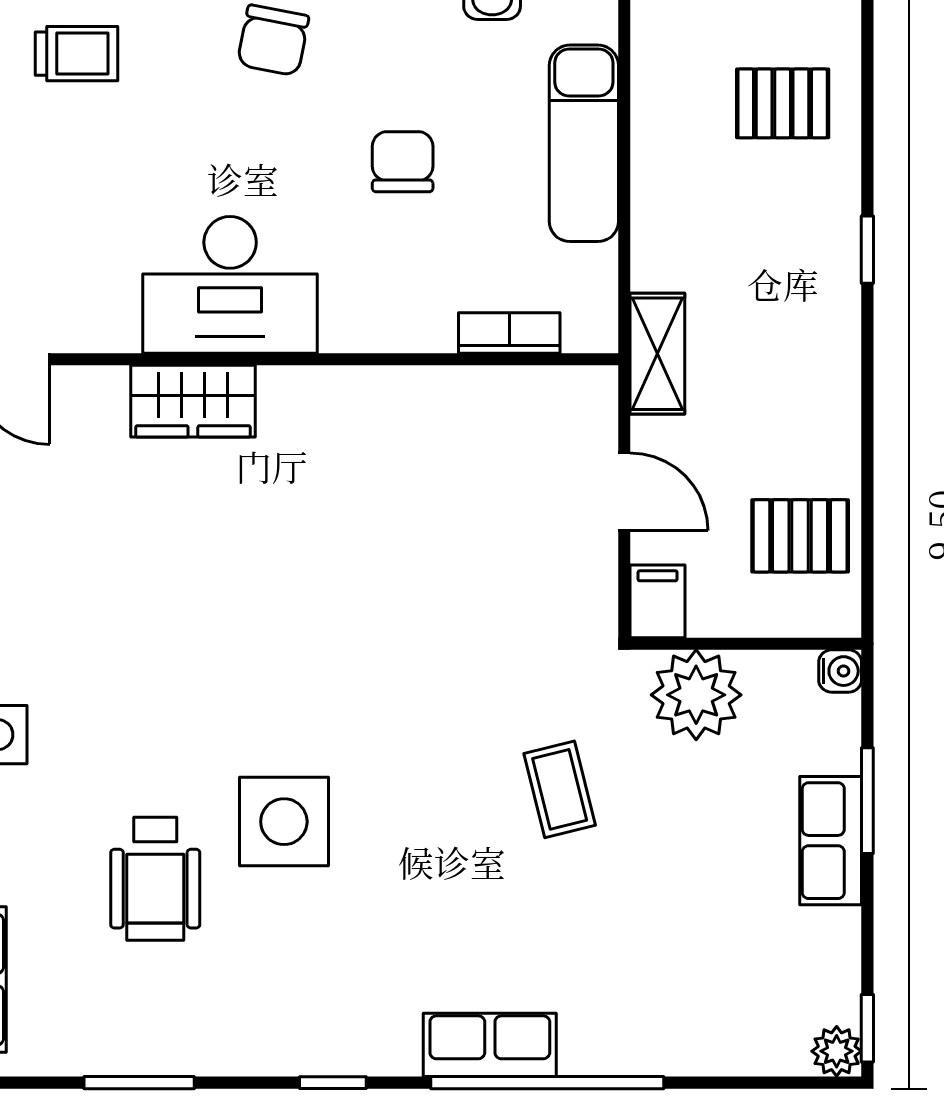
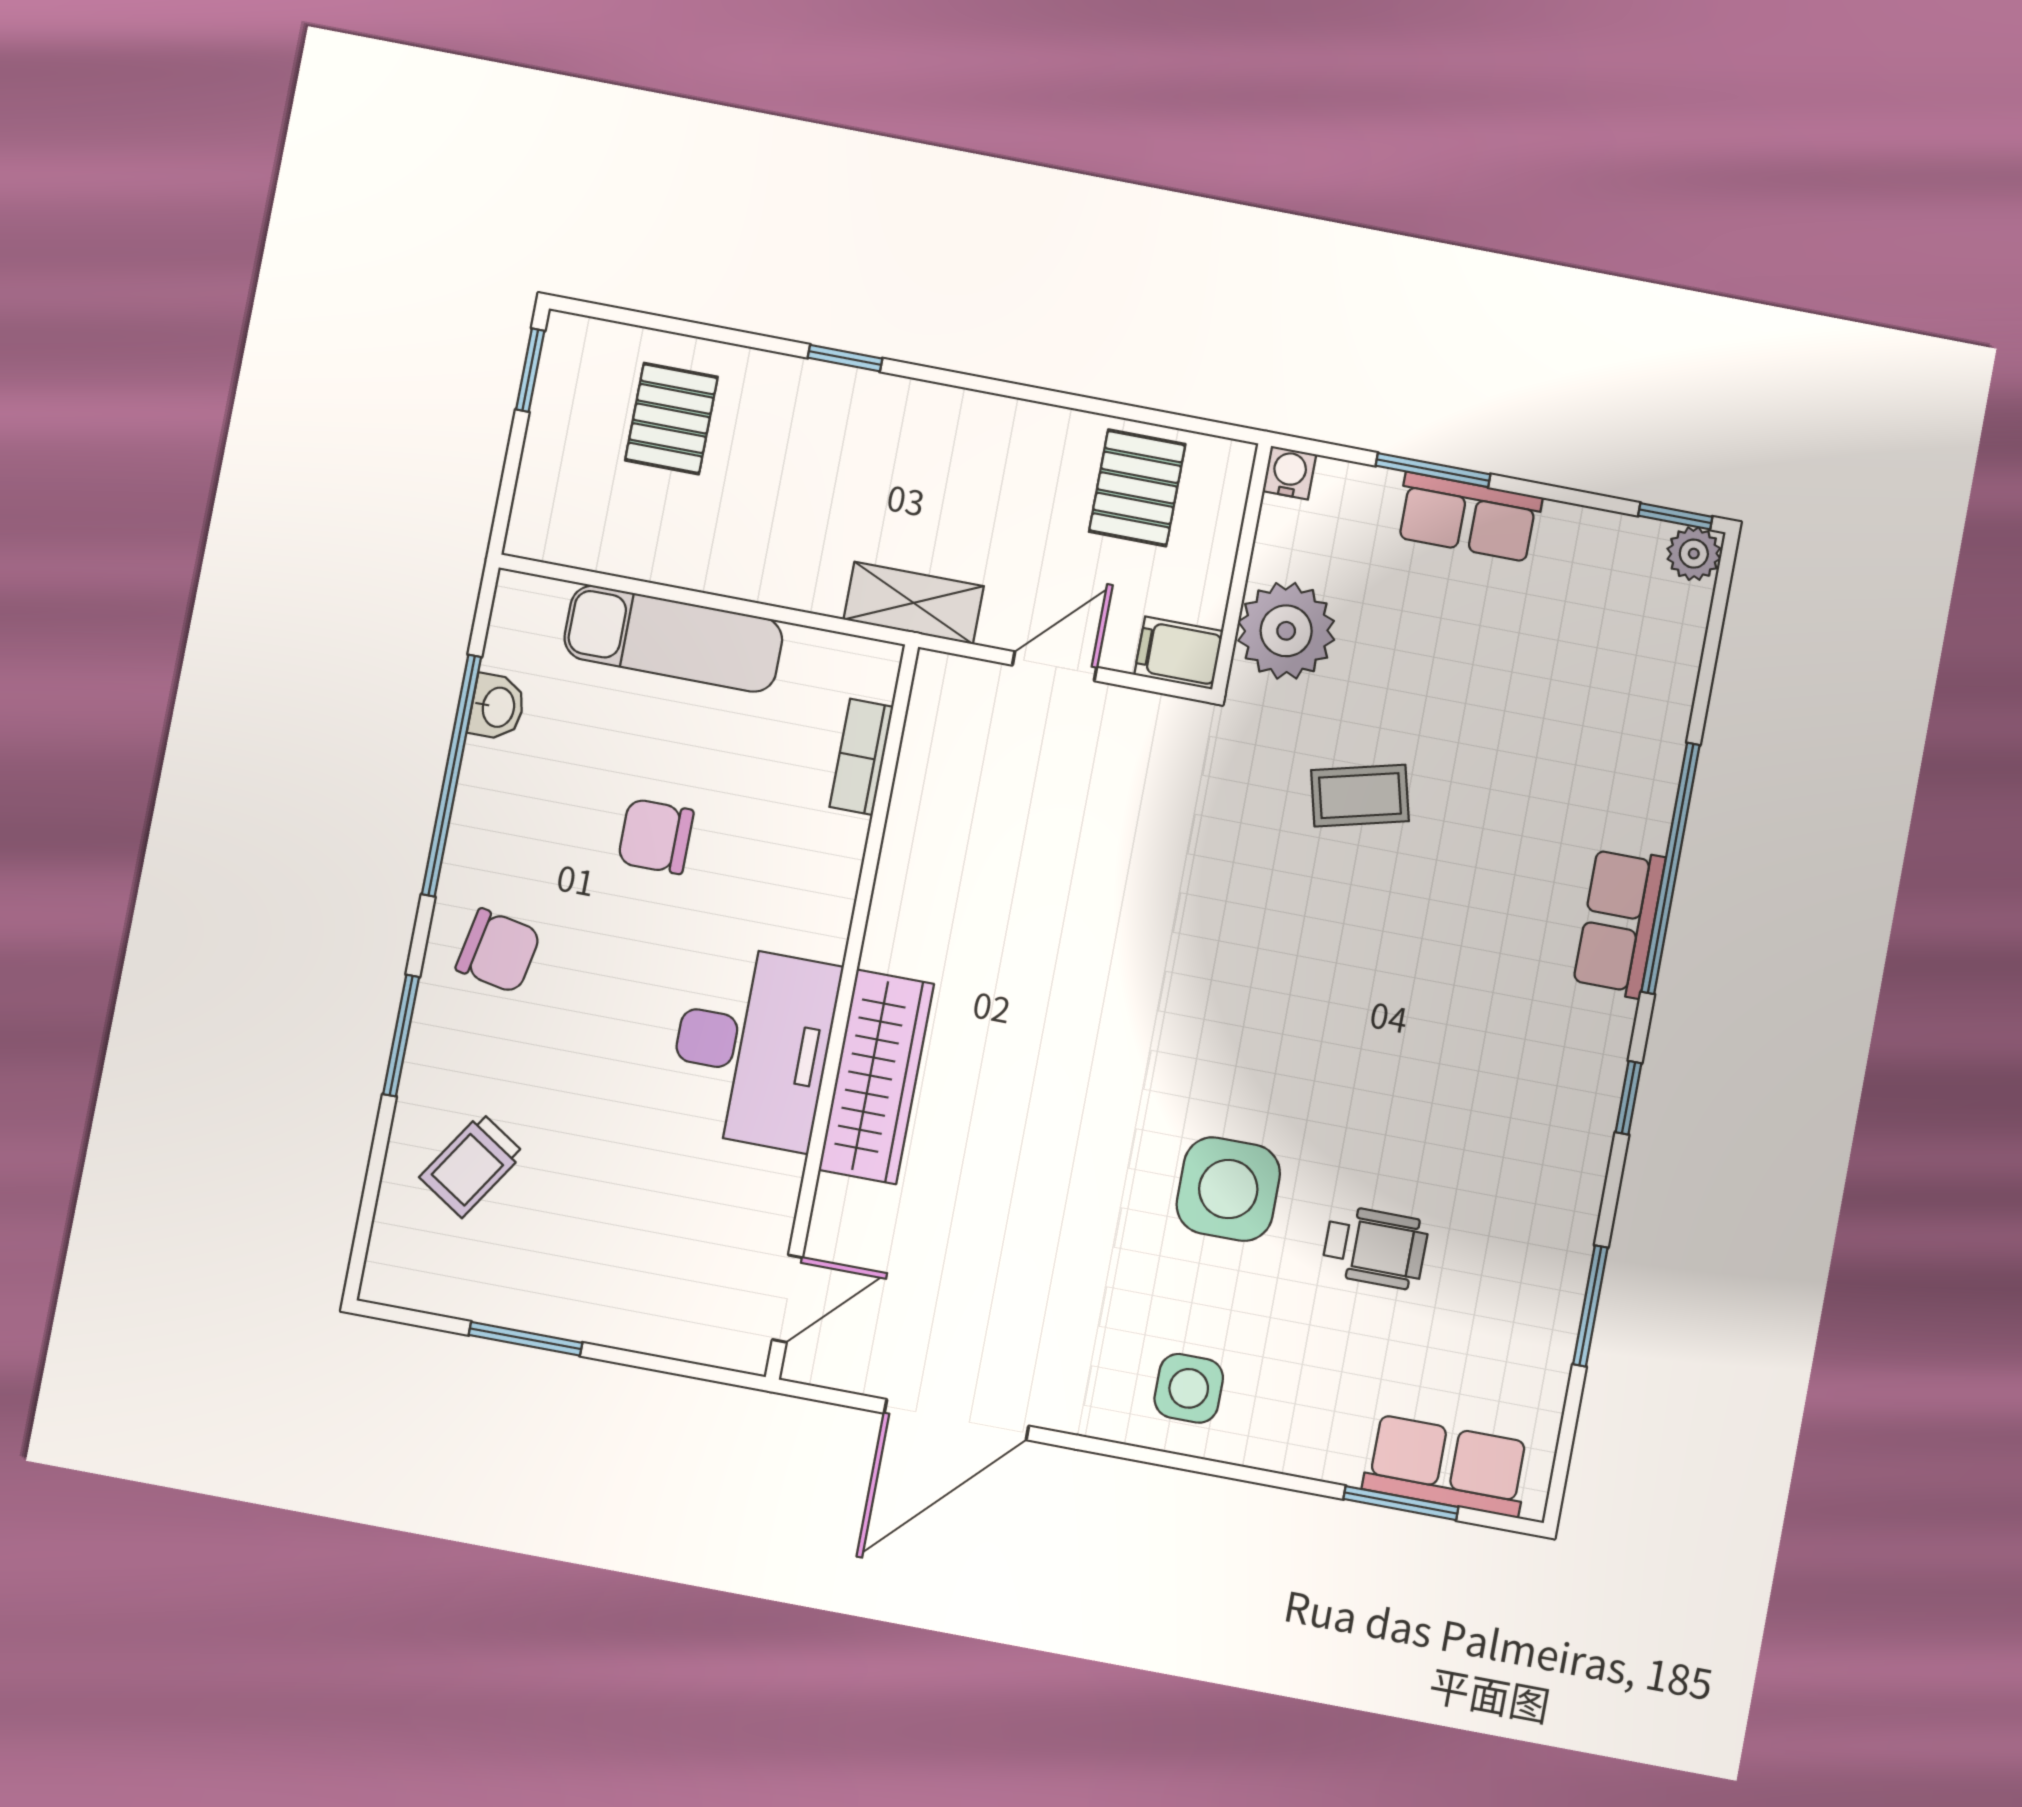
trolley: (77, 54) -> (472, 1165), turned -147
wardrobe: (193, 401) -> (876, 1077), width x1.50
side table: (284, 822) -> (1228, 1189), moved
wheelchair: (155, 879) -> (1375, 1247), width x0.73, depth x0.73

